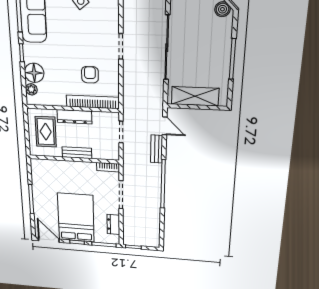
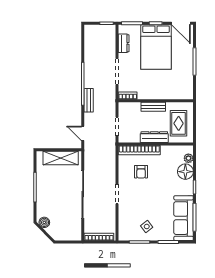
bench: (157, 149) -> (89, 100), moved

